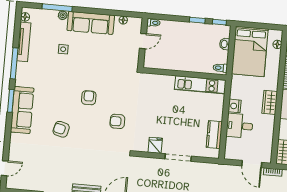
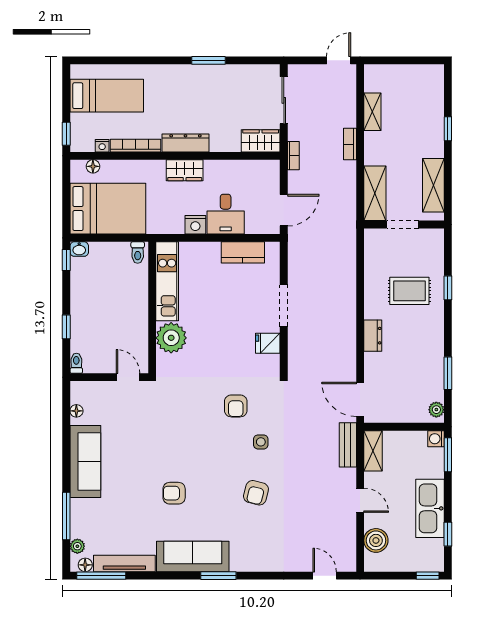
plant: (63, 15) -> (77, 546), moved
window: (197, 20) -> (66, 327), moved
door: (143, 41) -> (128, 377), moved
washbasin: (225, 44) -> (79, 249), moved
side table: (63, 49) -> (261, 442), moved
window: (14, 63) -> (101, 576), moved
plant: (164, 84) -> (171, 338), added
armchair: (89, 98) -> (174, 493), moved
sofa: (22, 110) -> (193, 556), moved
door: (252, 164) -> (284, 210), moved

